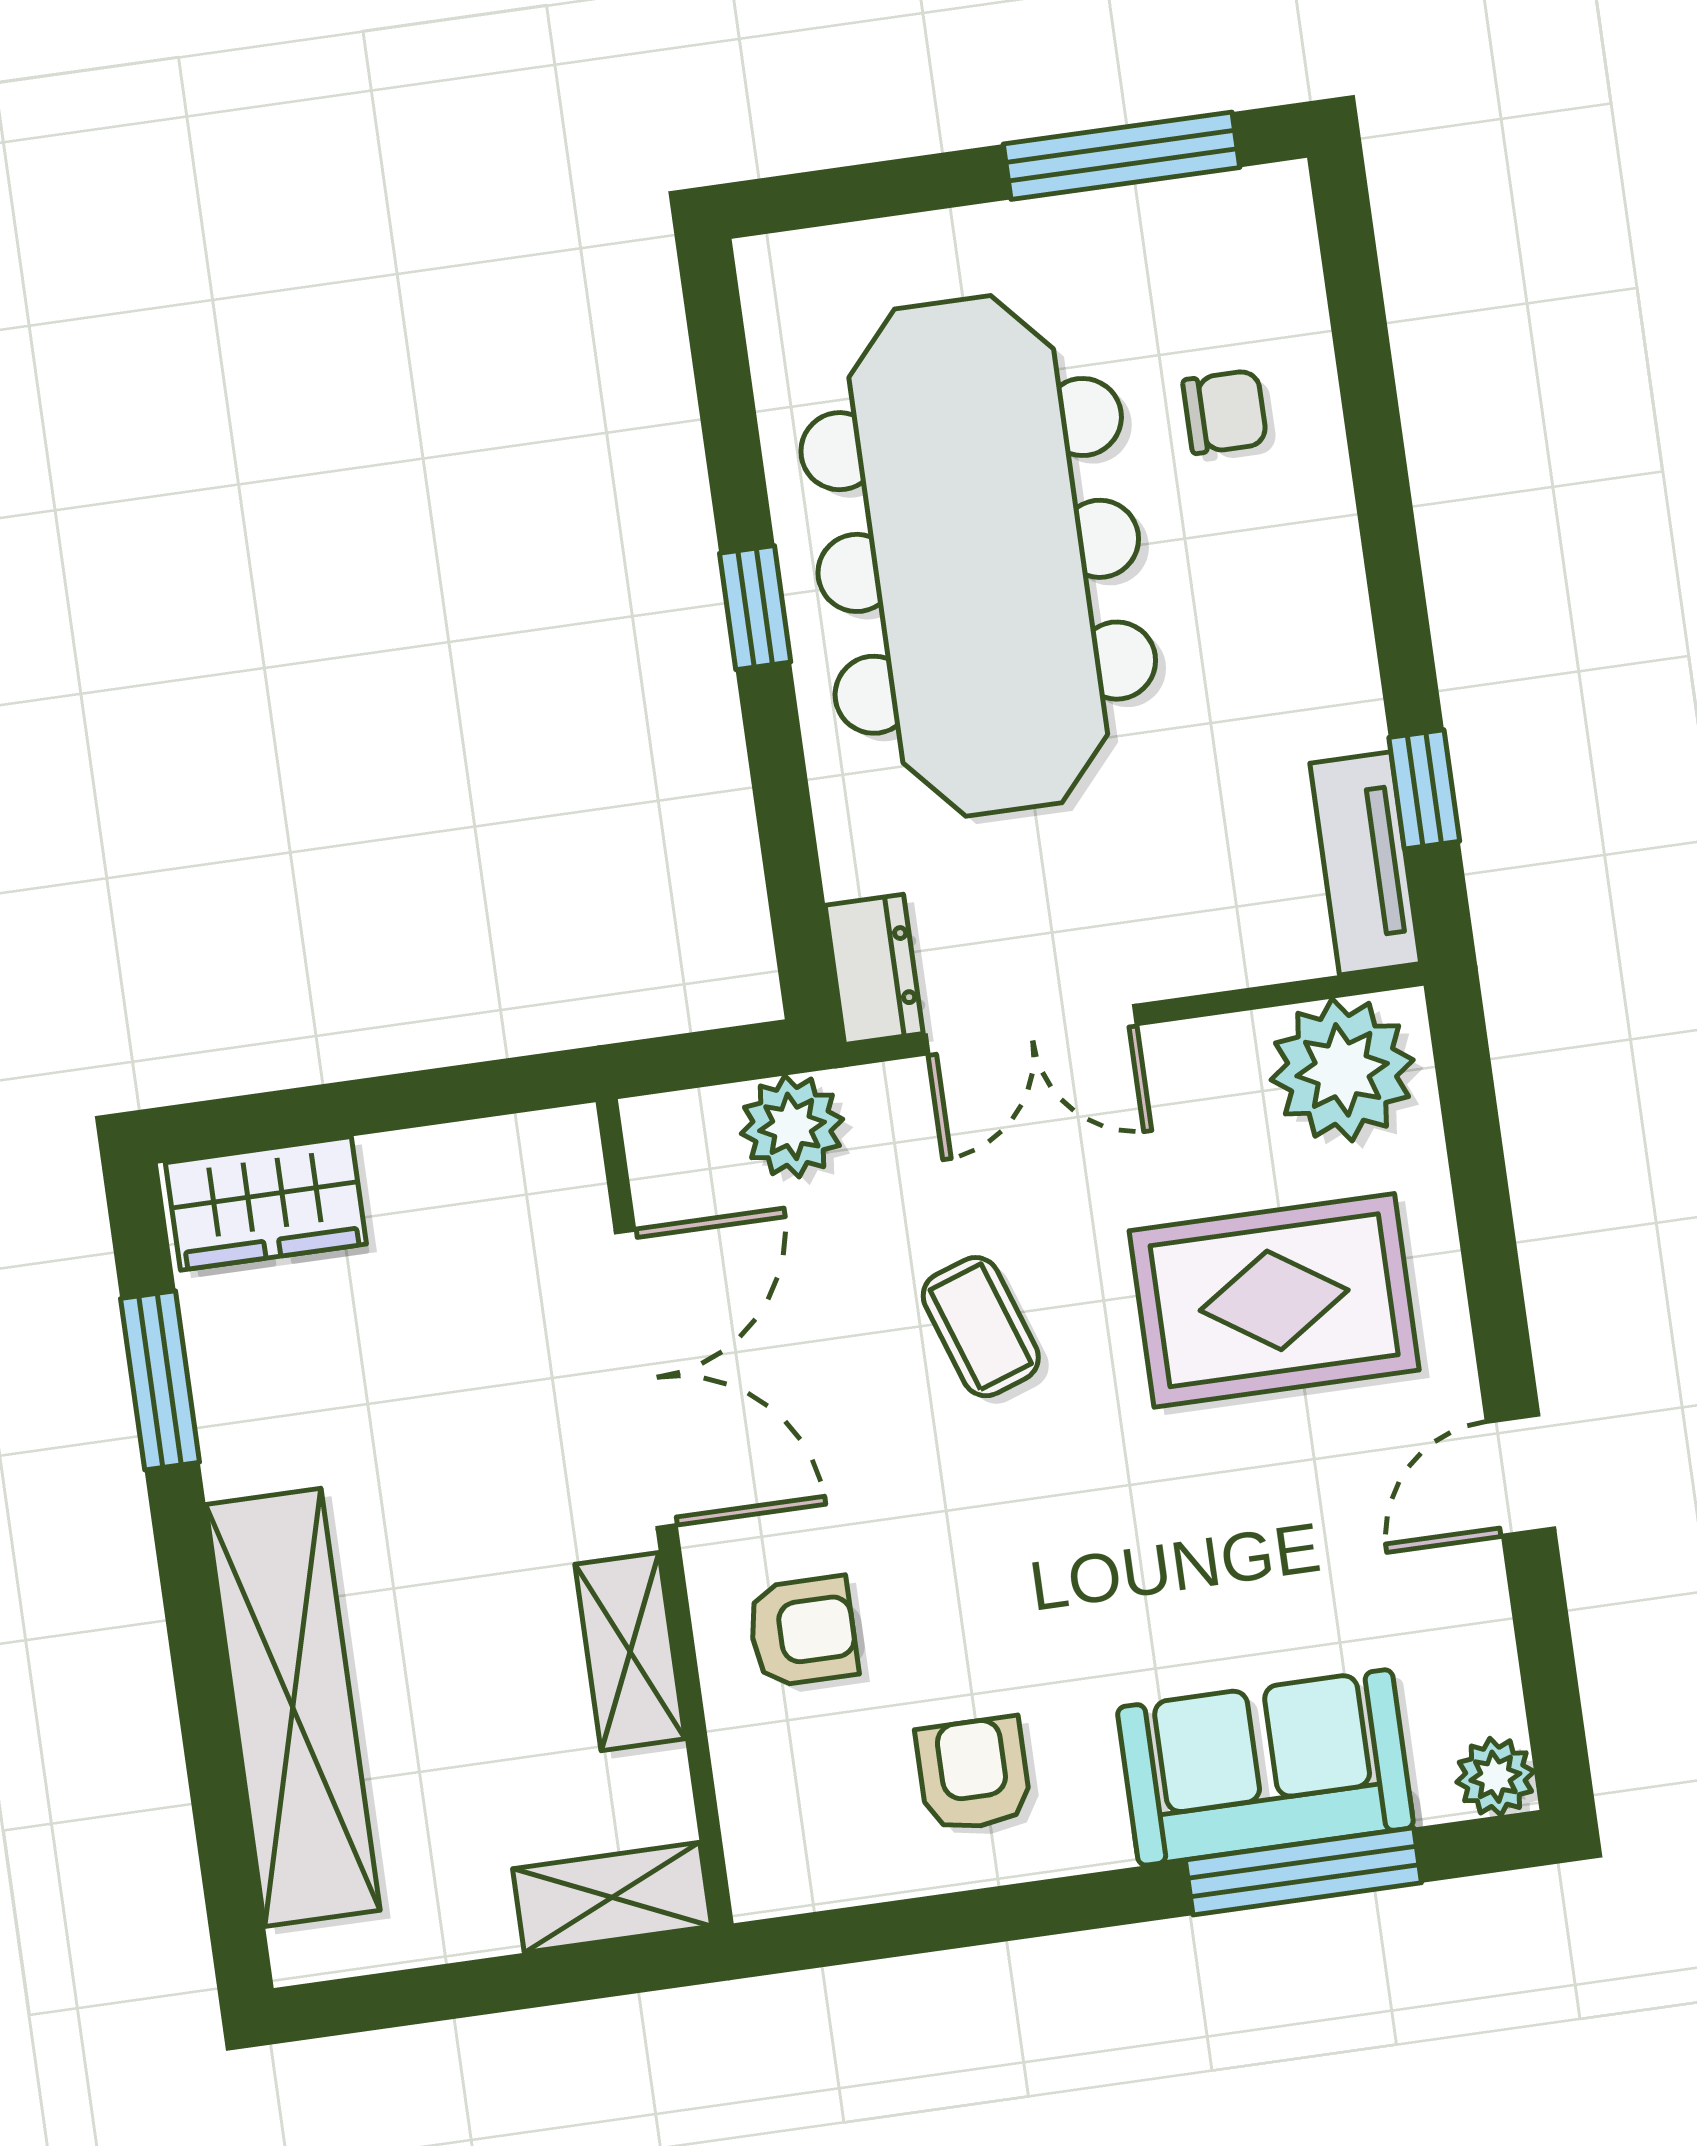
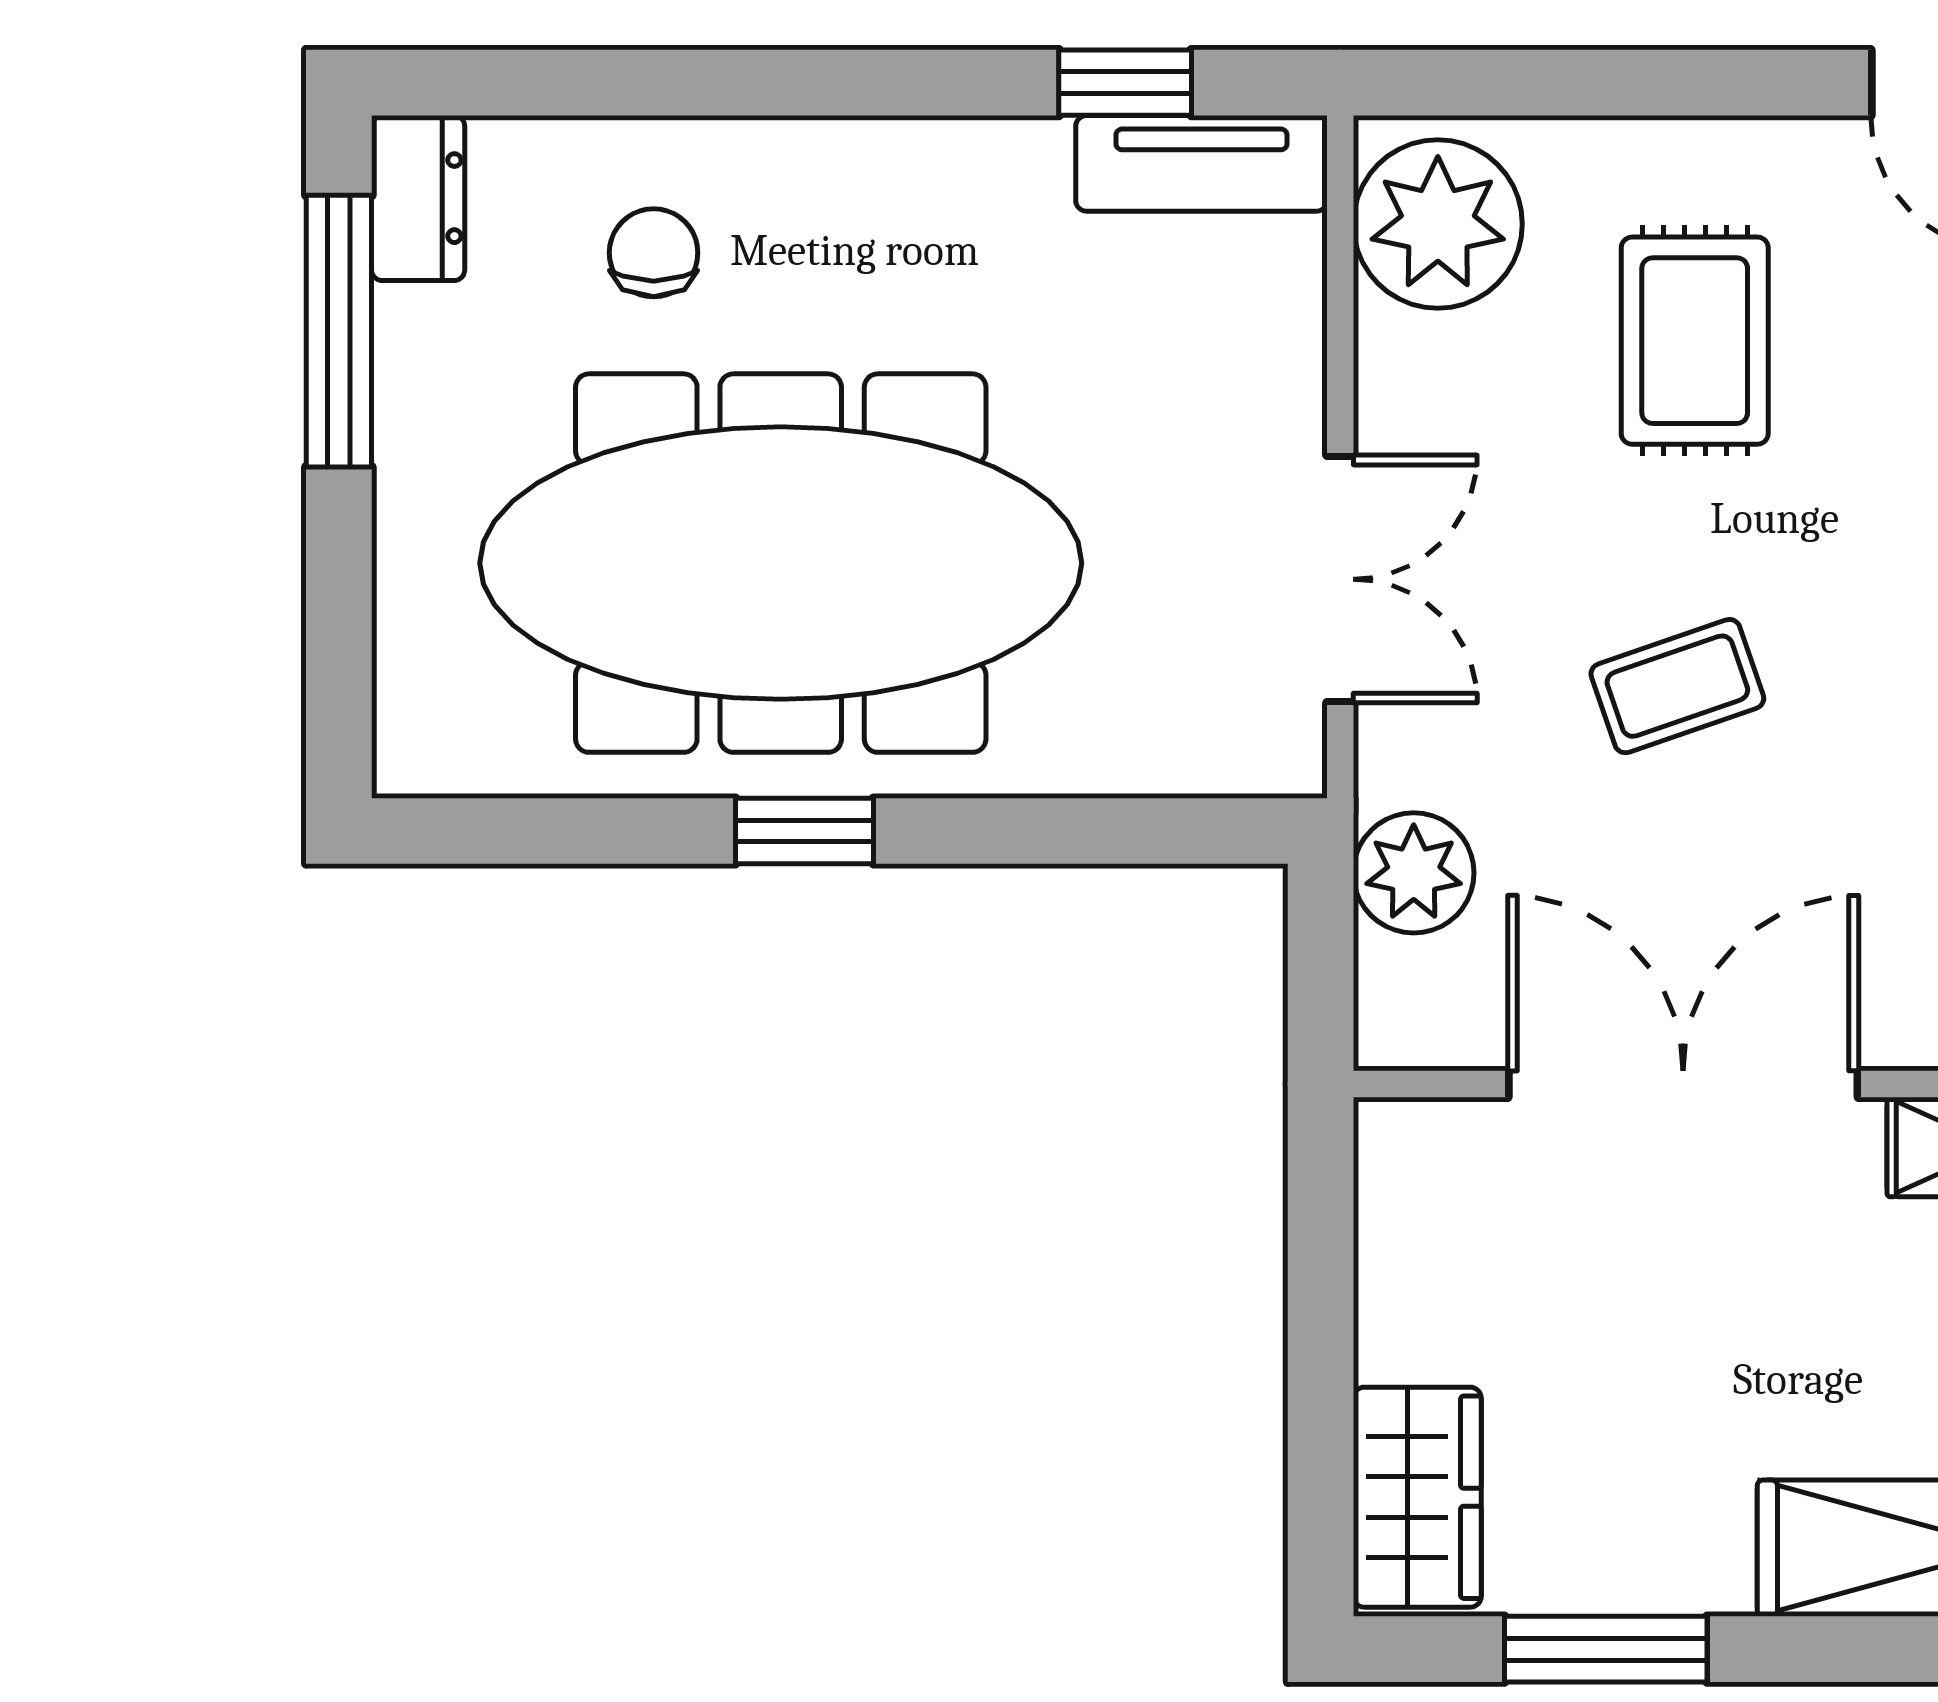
dresser: (874, 969) -> (418, 198), moved, turned 90
rug: (1274, 1300) -> (1695, 341), width x0.73, depth x0.70

